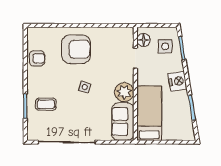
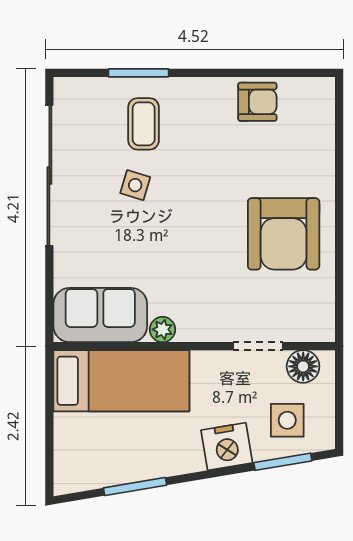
armchair: (76, 49) -> (284, 234), moved
armchair: (37, 58) -> (257, 102), turned -90
nightstand: (178, 81) -> (227, 446), moved
side table: (85, 87) -> (135, 185), moved
plant: (124, 92) -> (163, 329), width x0.53, depth x0.53

